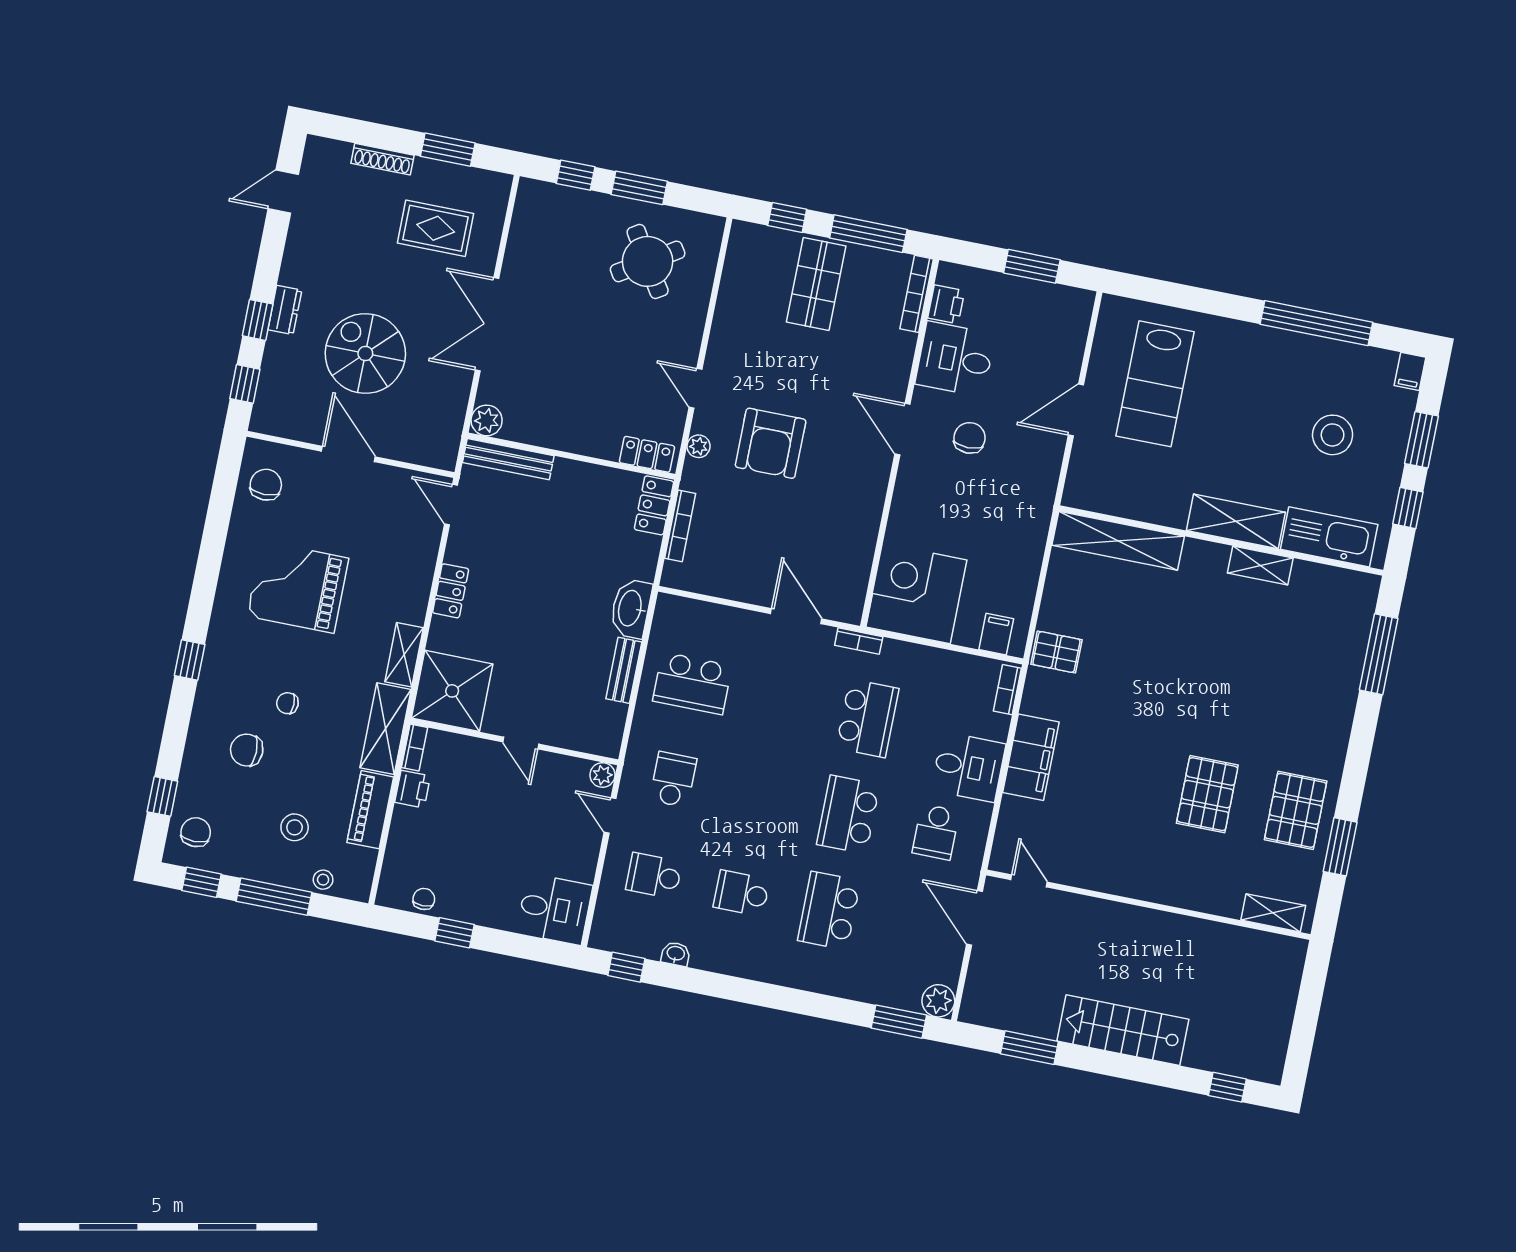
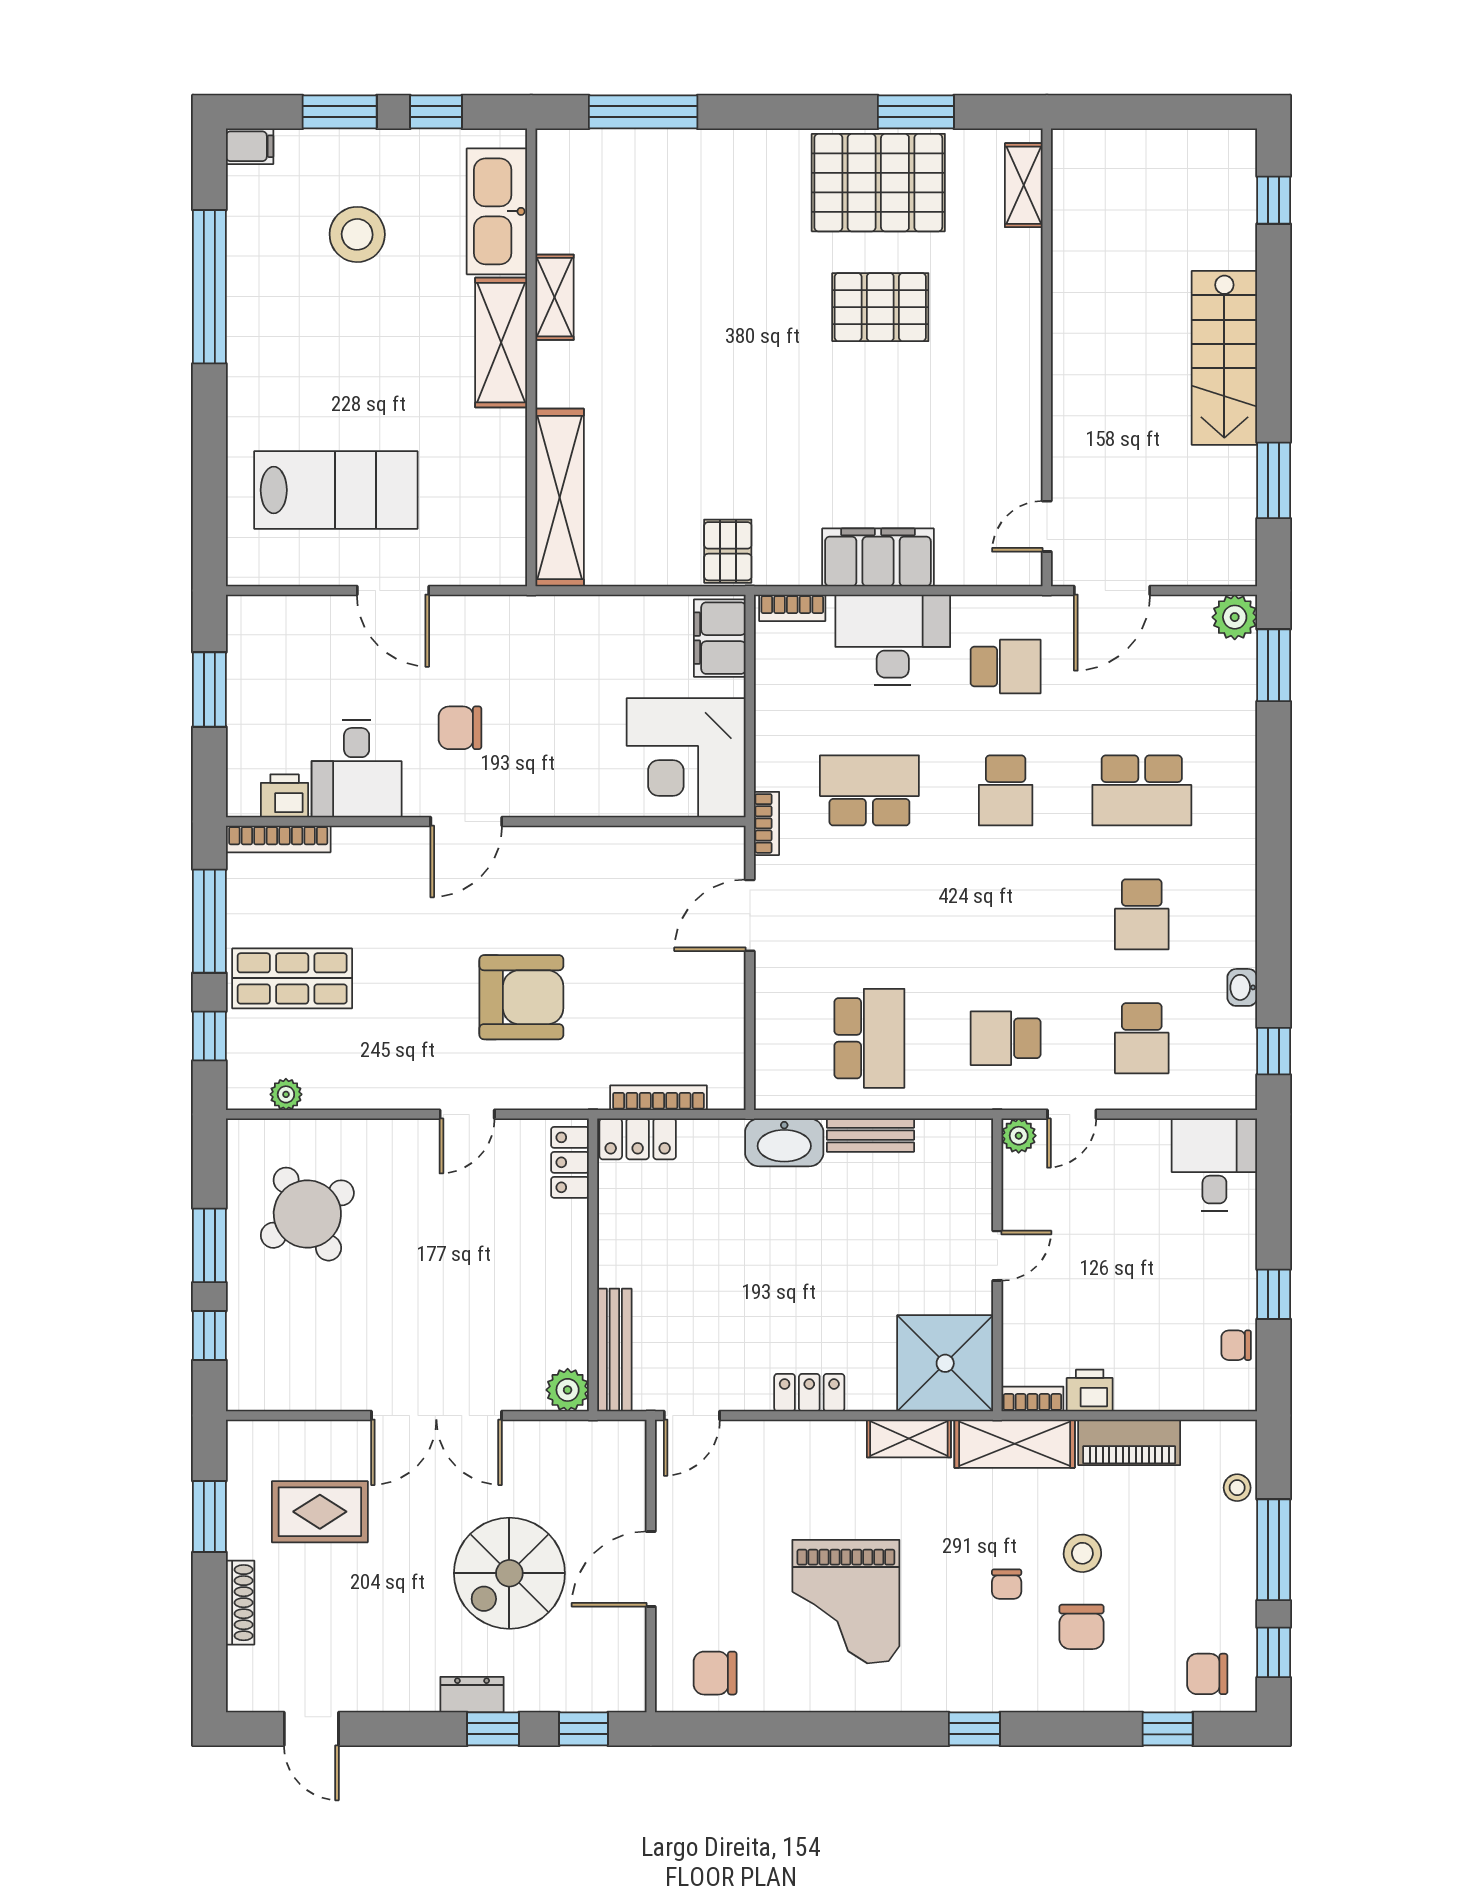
rug: (436, 228) -> (320, 1512), turned 90
plant: (699, 446) -> (286, 1094), moved
filing cabinet: (996, 634) -> (720, 638), width x2.00
desk: (968, 767) -> (893, 640), width x1.37
pallet: (1296, 810) -> (878, 183), width x1.37, depth x1.41
school desk: (848, 814) -> (1006, 790), width x0.54
stool: (295, 827) -> (1082, 1553), moved

